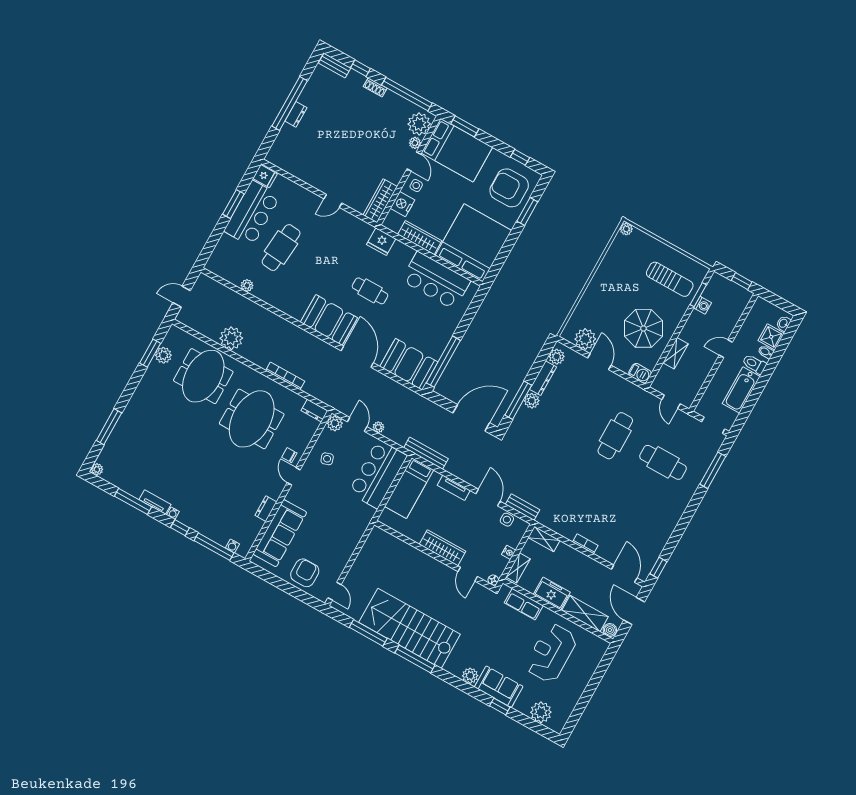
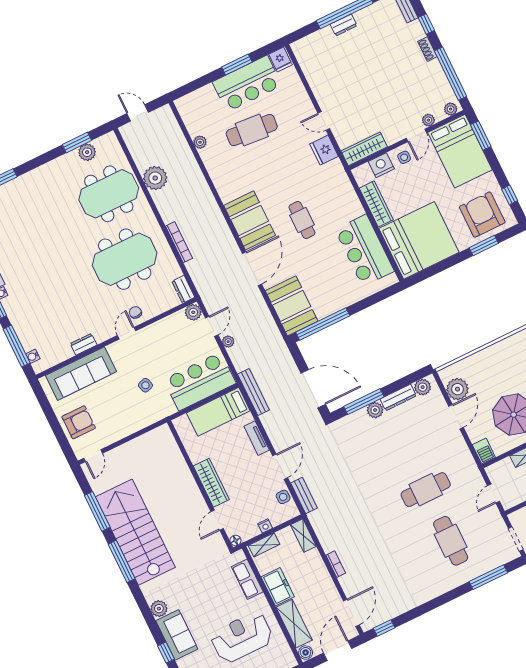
plant: (419, 124) -> (451, 109), width x0.53, depth x0.53
fridge: (381, 242) -> (324, 150), moved
side table: (327, 459) -> (145, 385), moved

